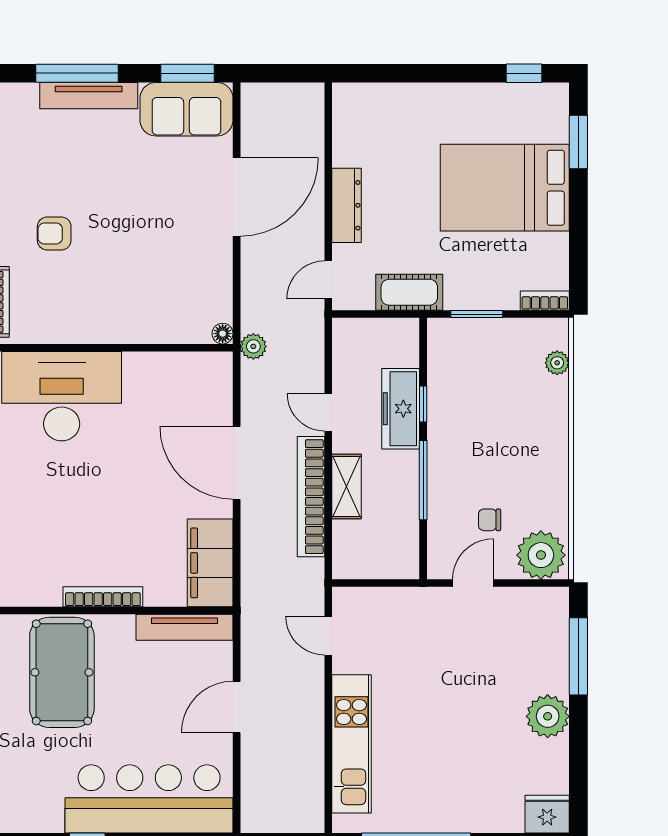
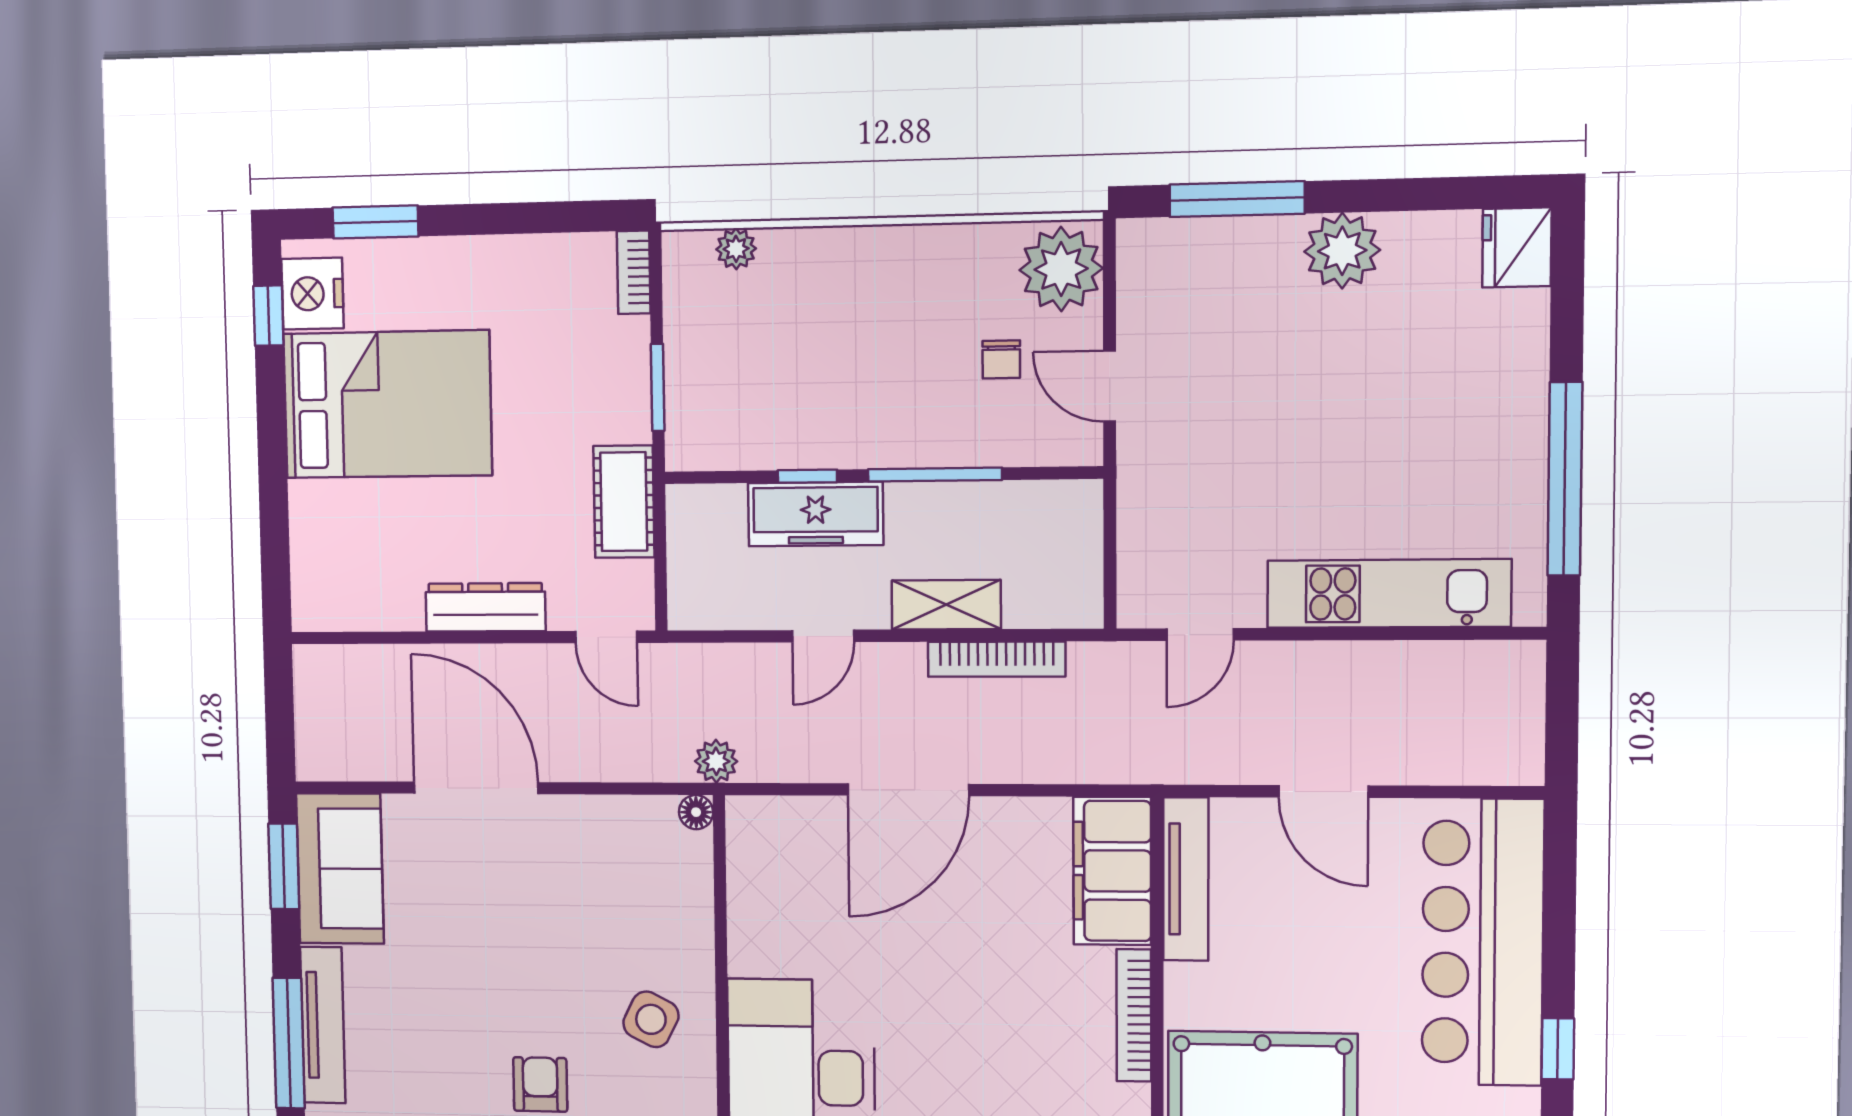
nightstand: (537, 101) -> (313, 294), added
bed: (505, 188) -> (387, 404), moved, turned -90
armchair: (54, 233) -> (540, 1084), turned 180
side table: (96, 304) -> (651, 1019), added
bookcase: (311, 497) -> (997, 659), width x0.68, depth x0.76
filing cabinet: (210, 563) -> (1112, 871), moved, turned 90

